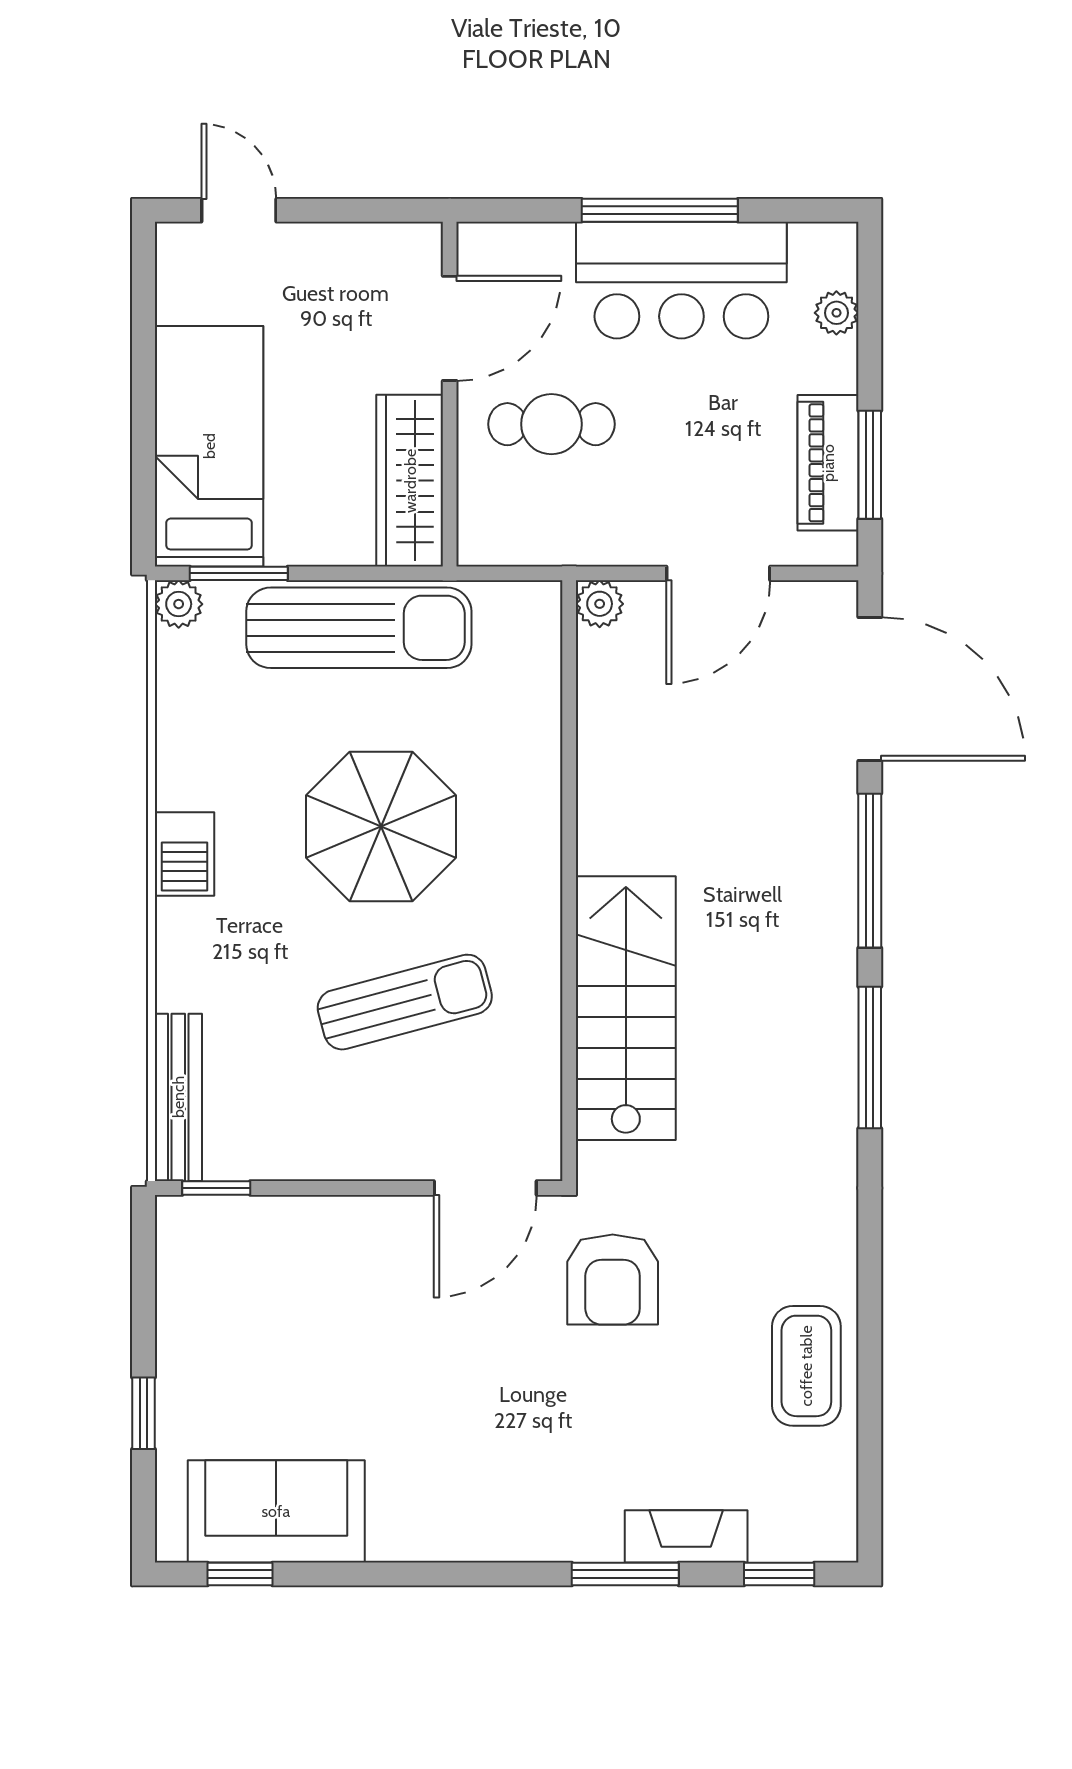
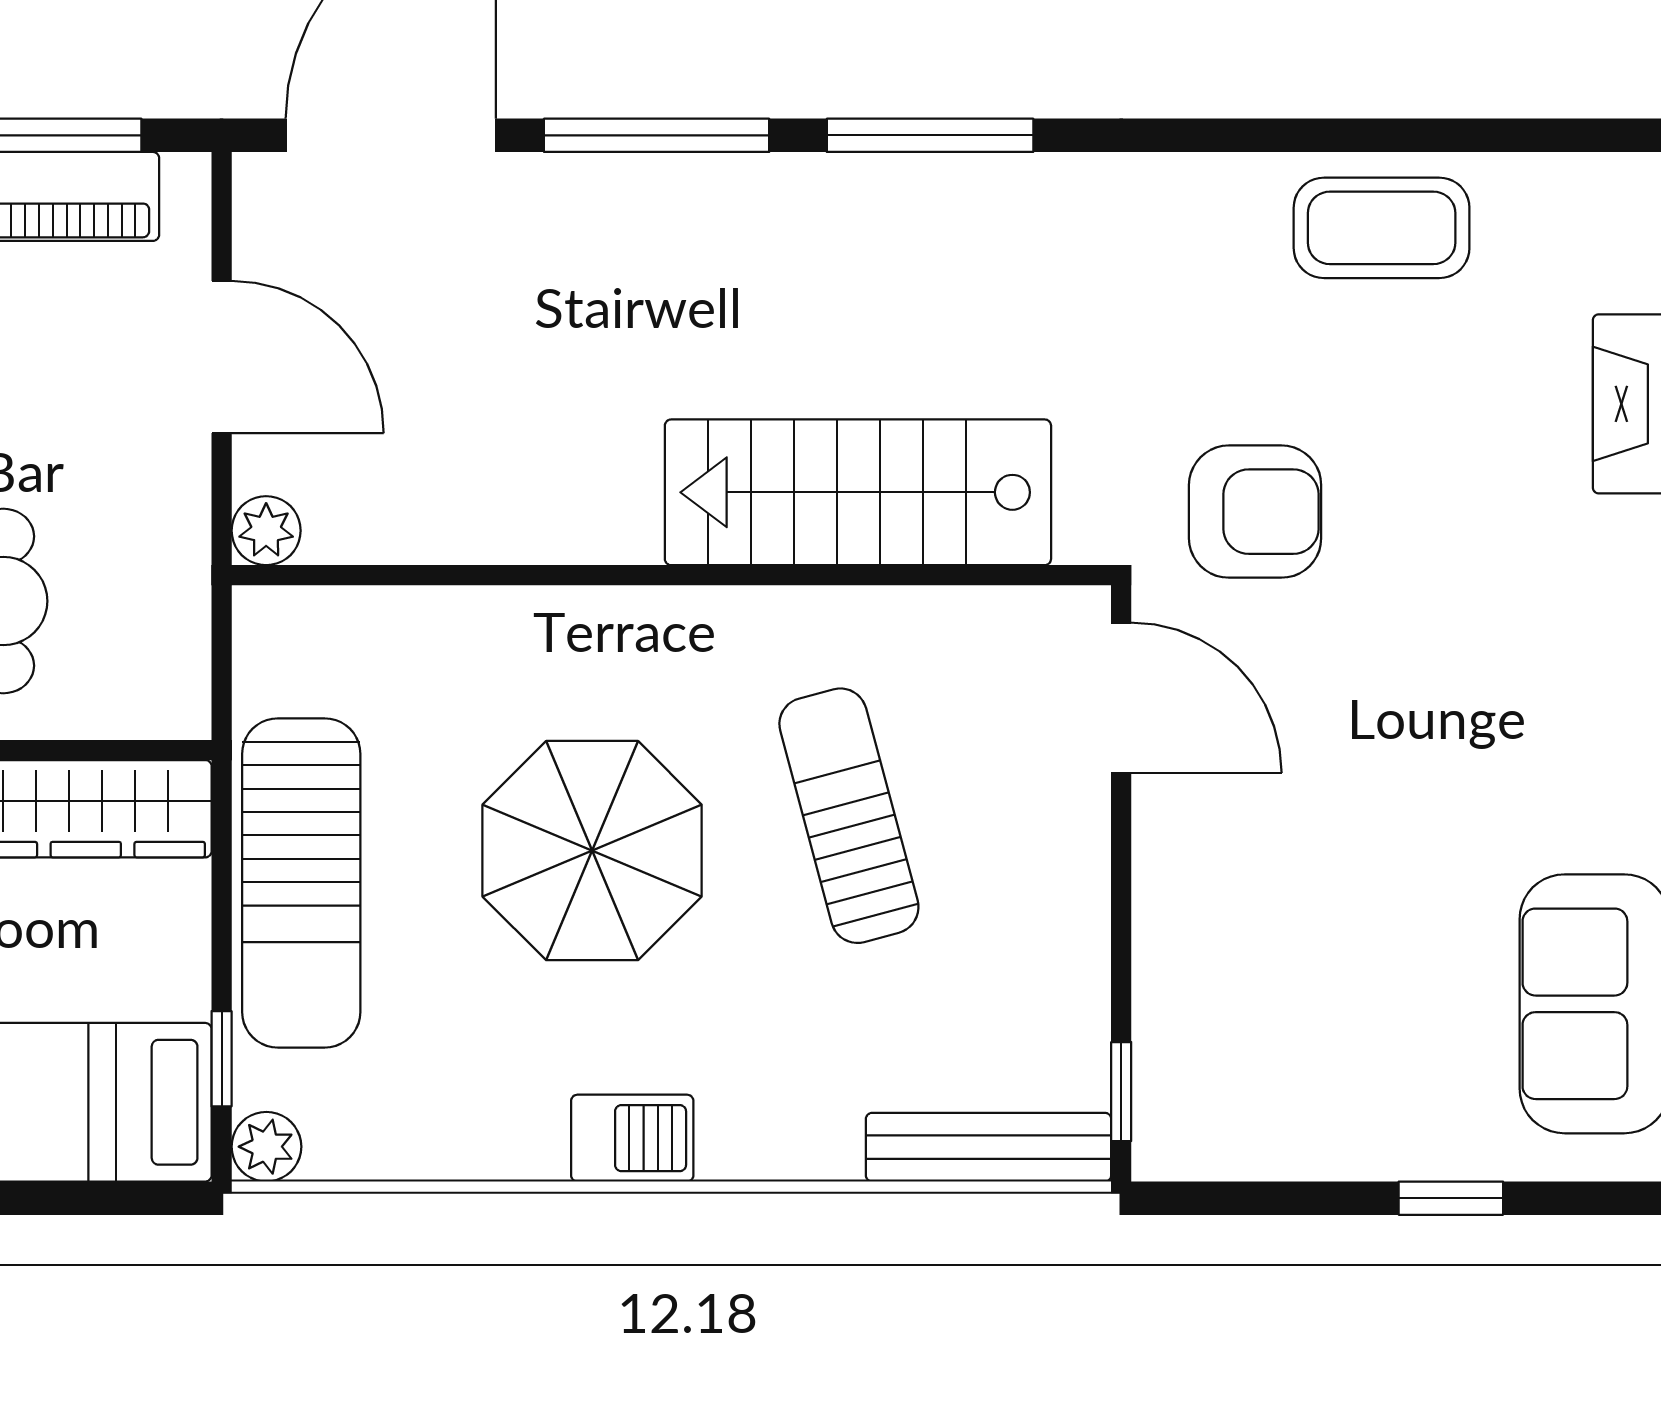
window: (239, 573) -> (222, 1059), width x0.67
sun lounger: (359, 628) -> (301, 883), turned 180

